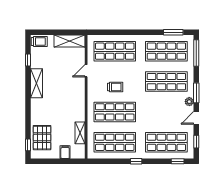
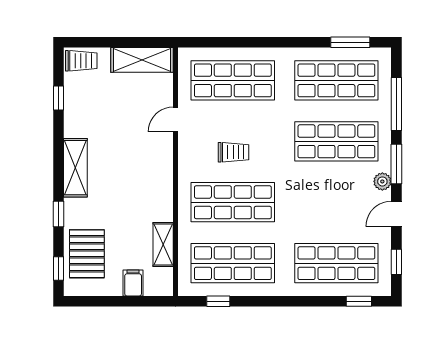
window: (196, 53) -> (396, 104), moved
shelving: (36, 83) -> (75, 168), moved
window: (28, 118) -> (58, 214), added
window: (136, 161) -> (218, 301), moved

